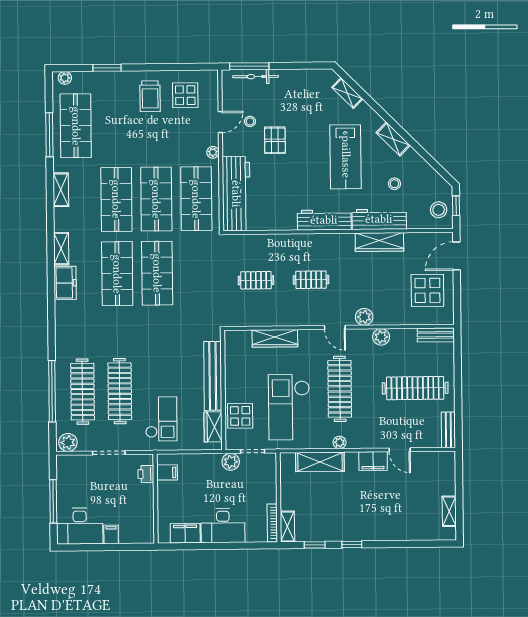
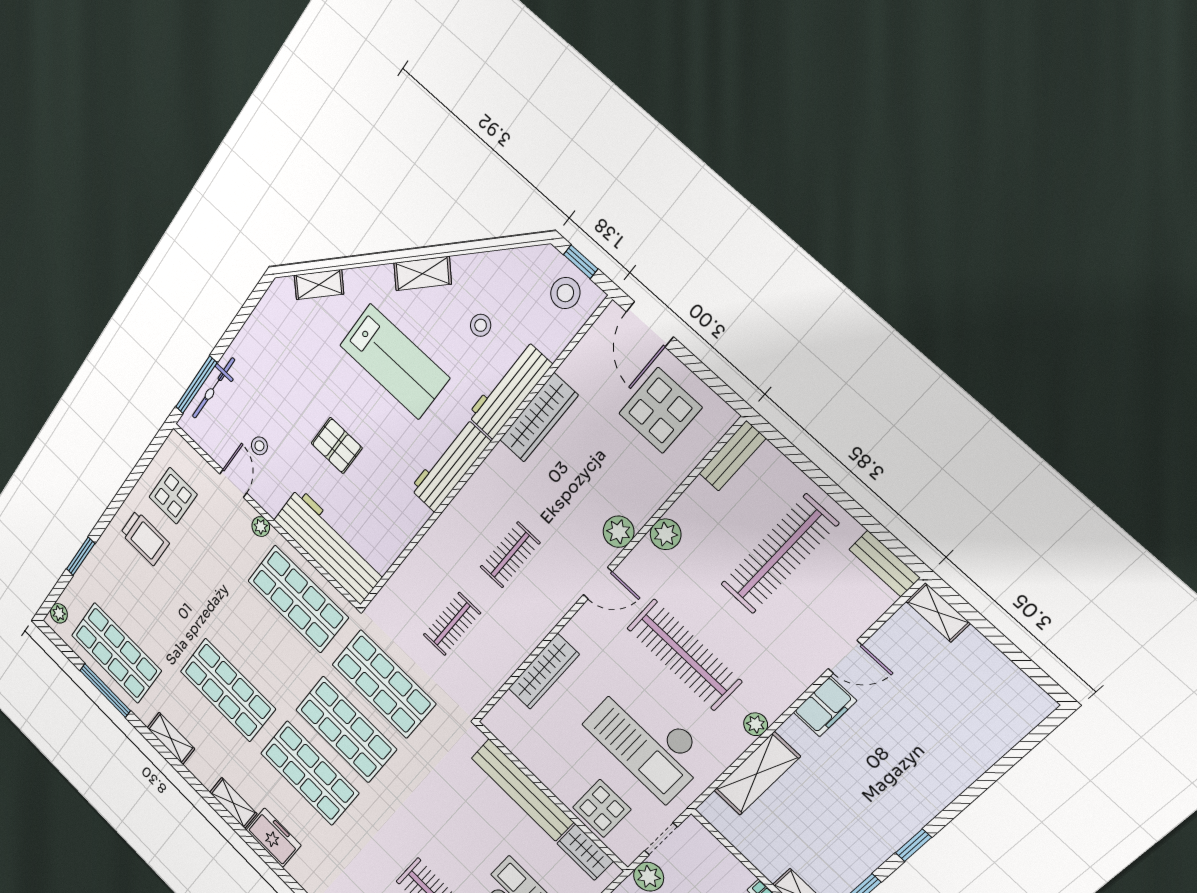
pallet: (275, 140) -> (337, 446), moved
shop shelf: (156, 199) -> (384, 684), moved
shelving: (449, 511) -> (938, 612), moved

